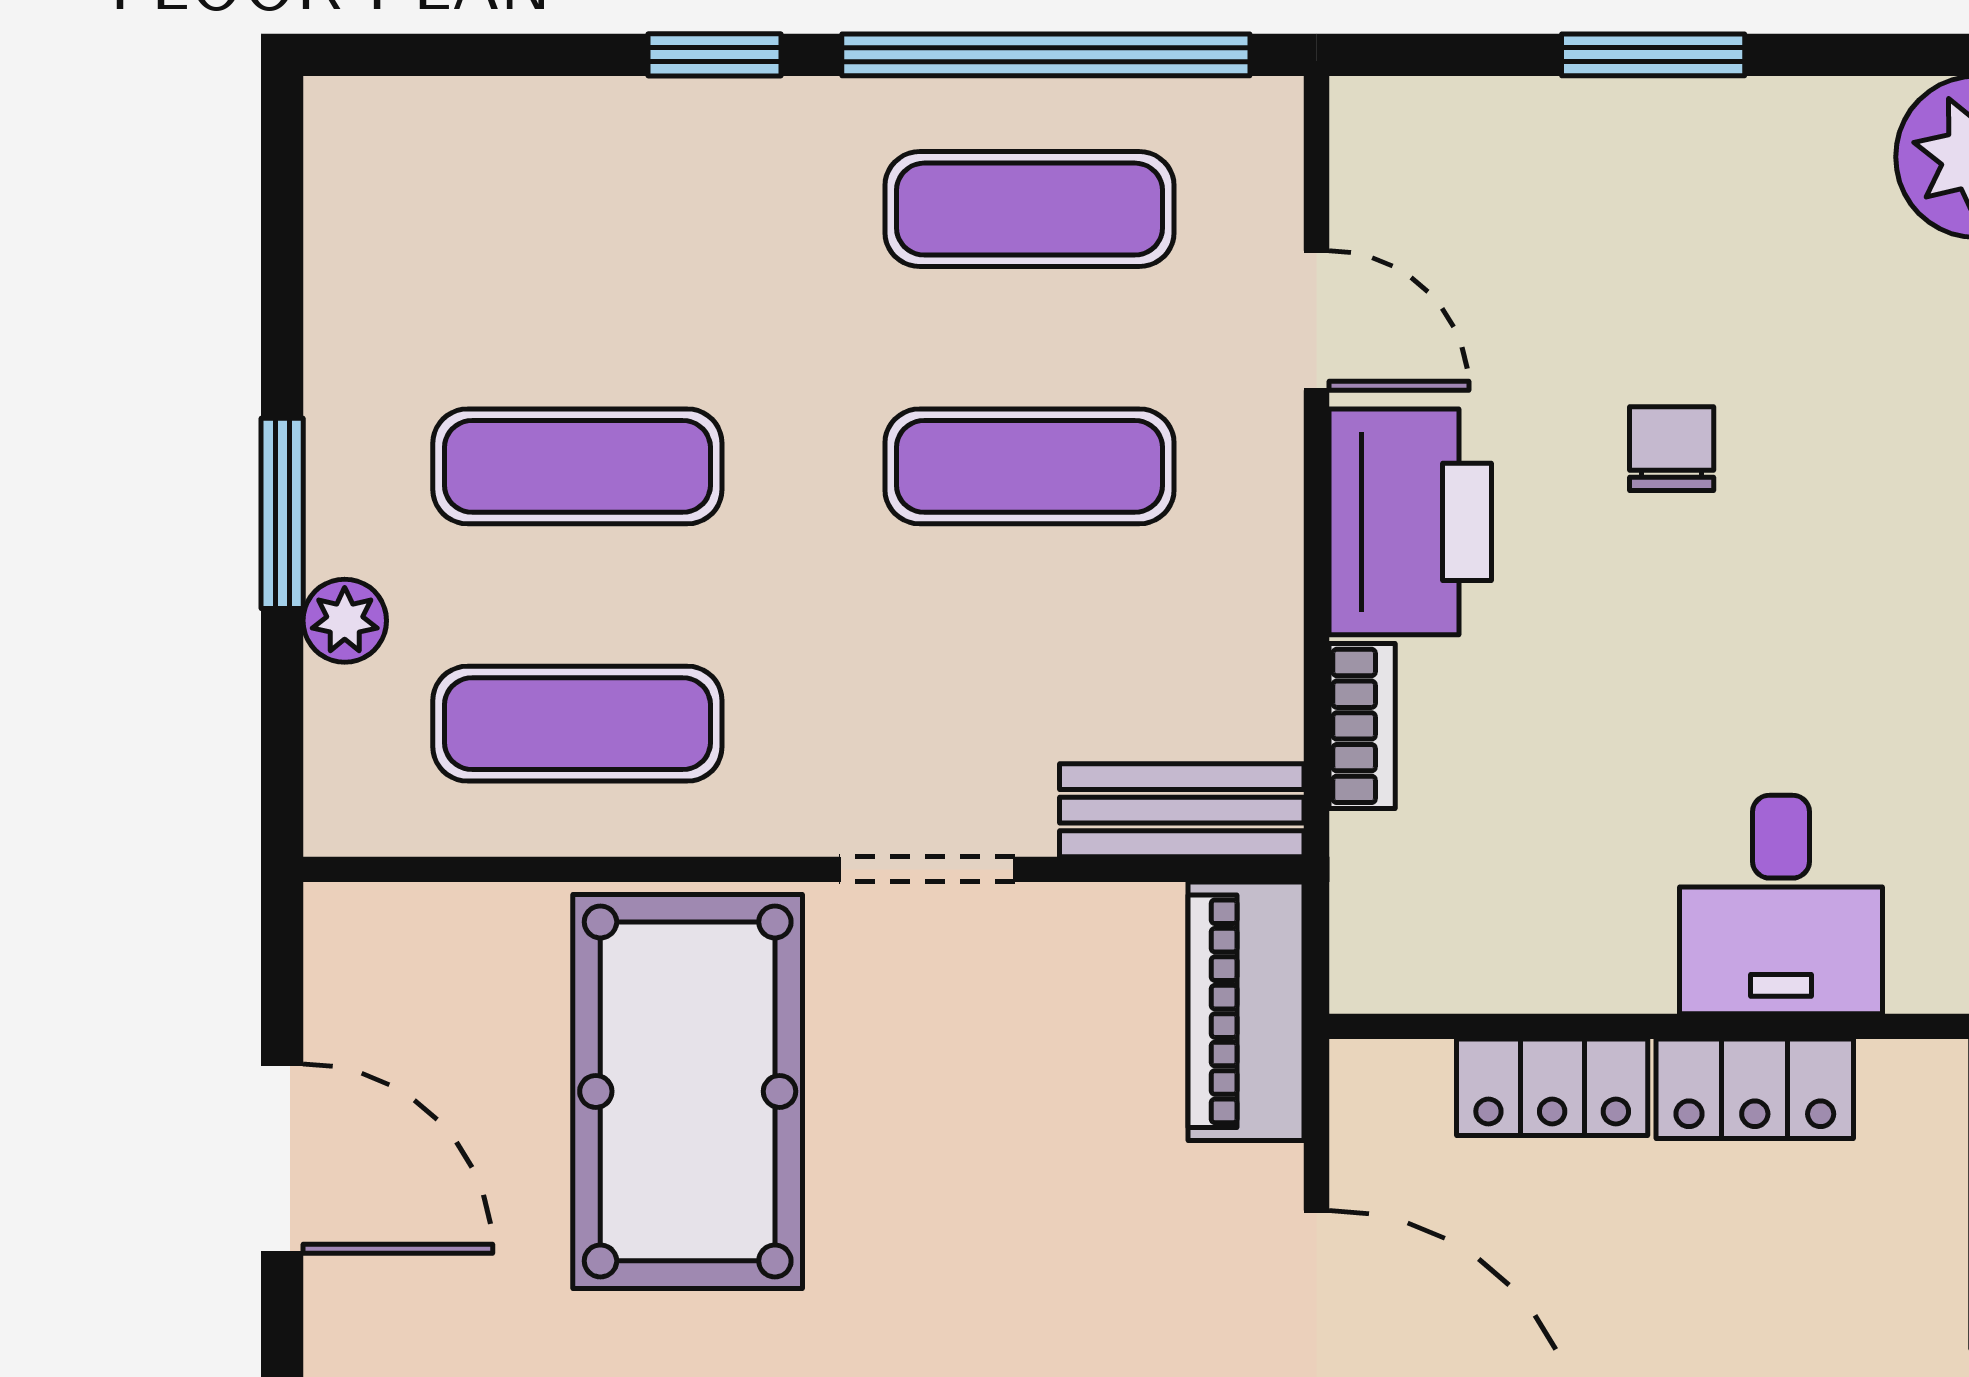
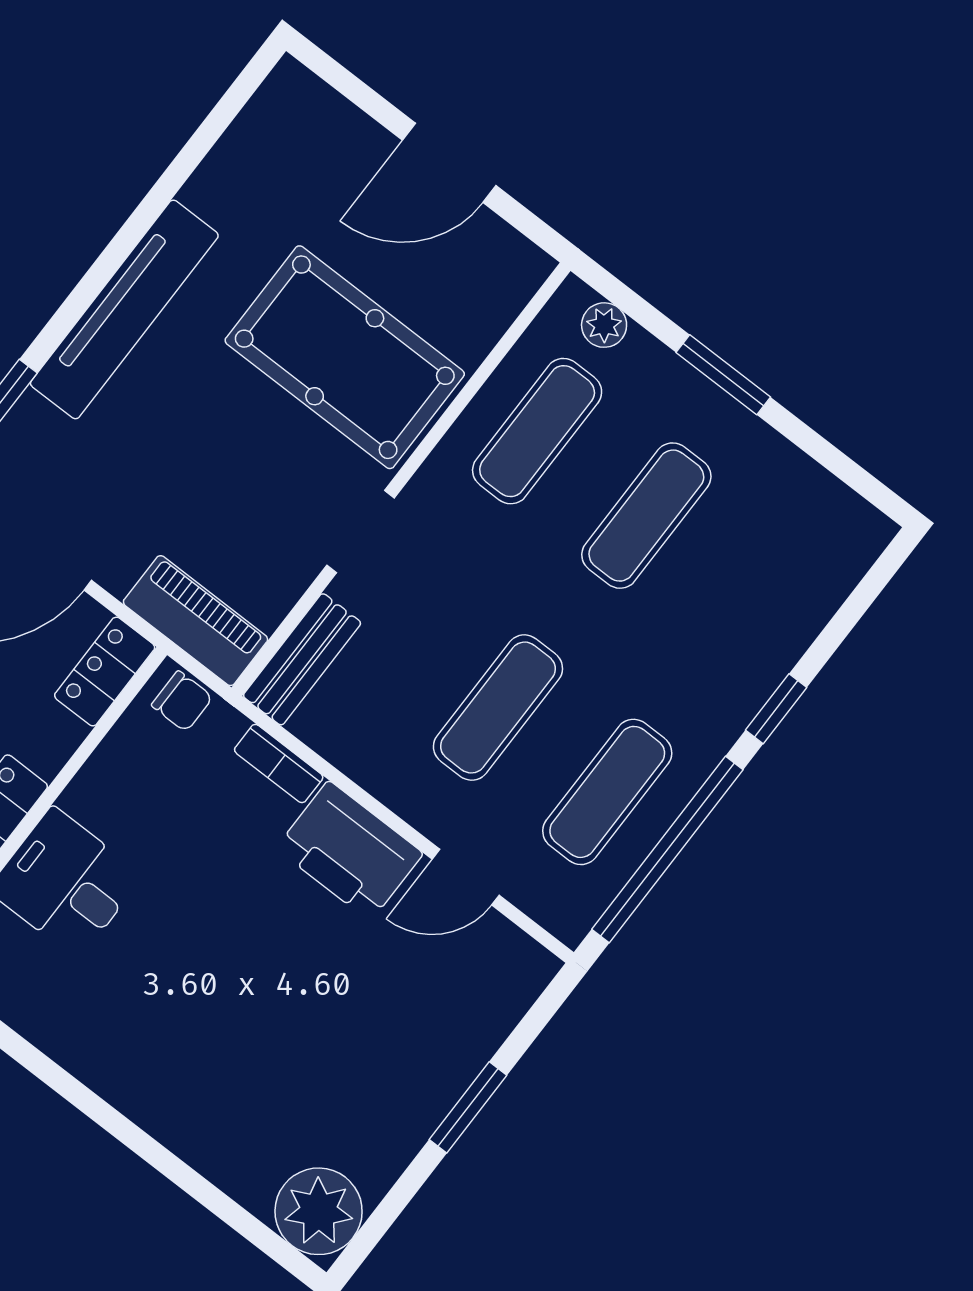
chair: (1672, 449) -> (182, 701), moved
plant: (345, 621) -> (604, 325), moved
locker: (1552, 1087) -> (105, 671), moved

